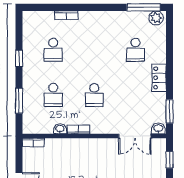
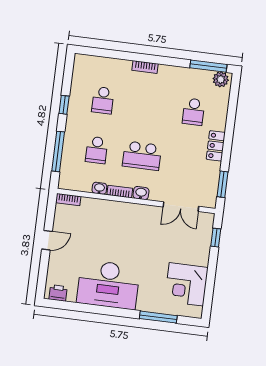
bookcase: (66, 15) -> (145, 67), moved
school desk: (94, 95) -> (142, 156), width x1.85
window: (19, 101) -> (58, 151), width x1.44
washbasin: (158, 128) -> (141, 193), moved

